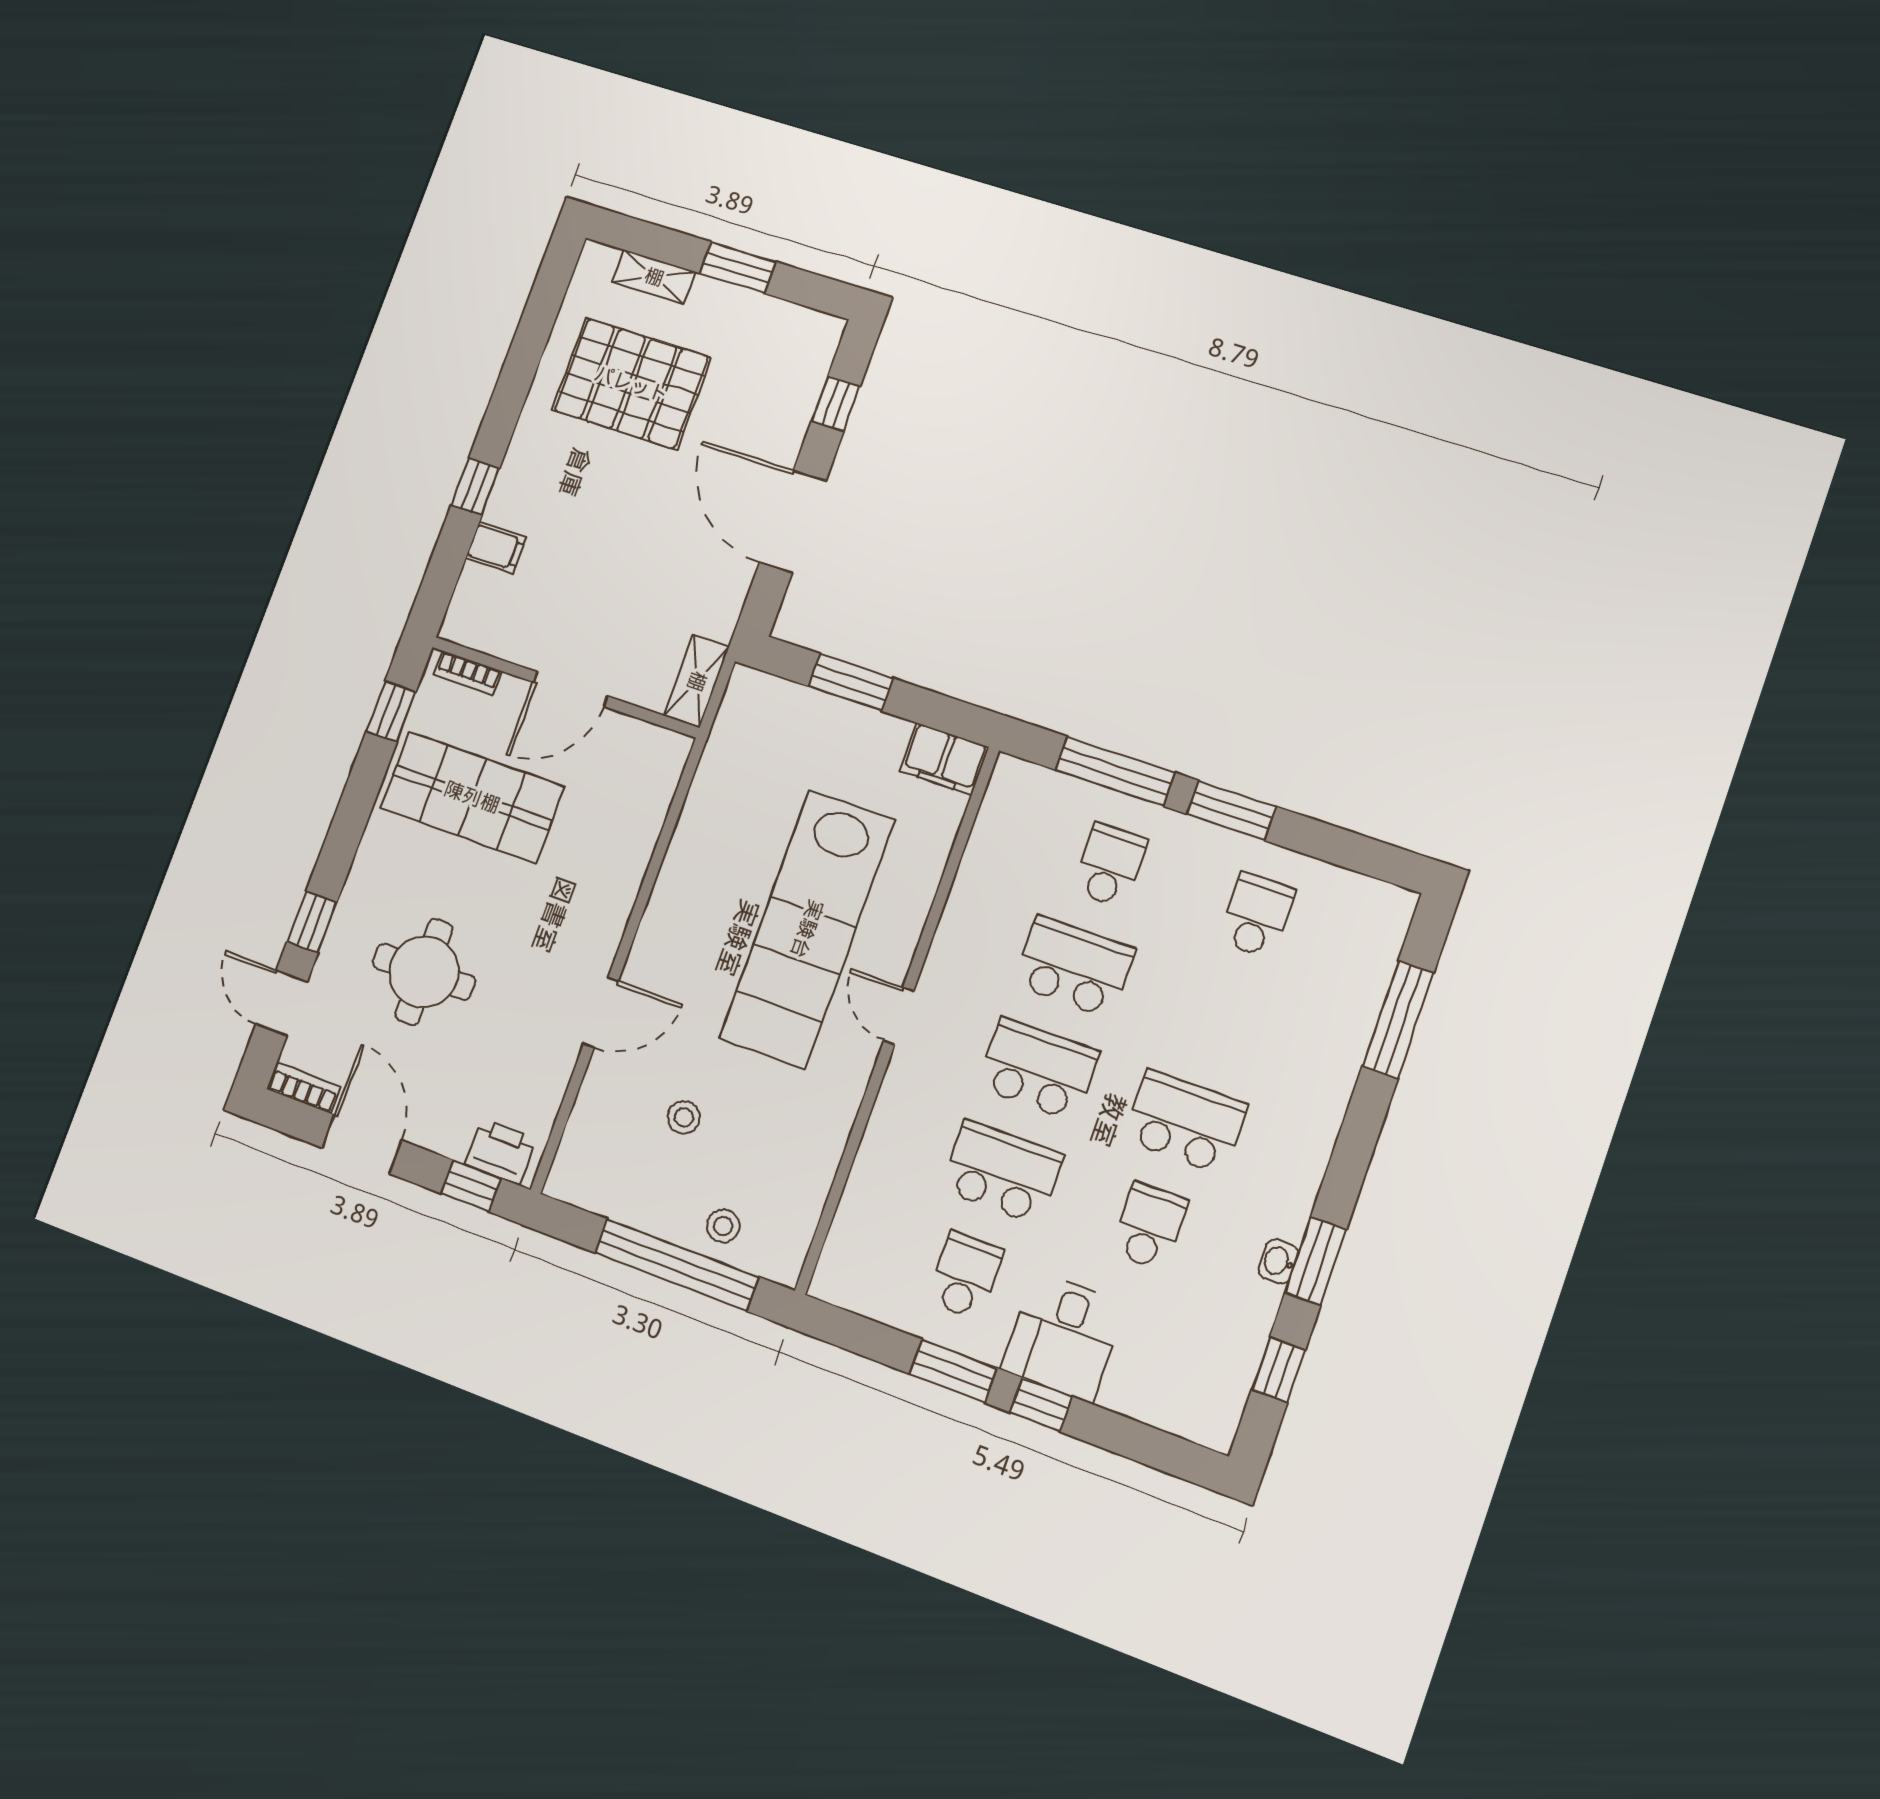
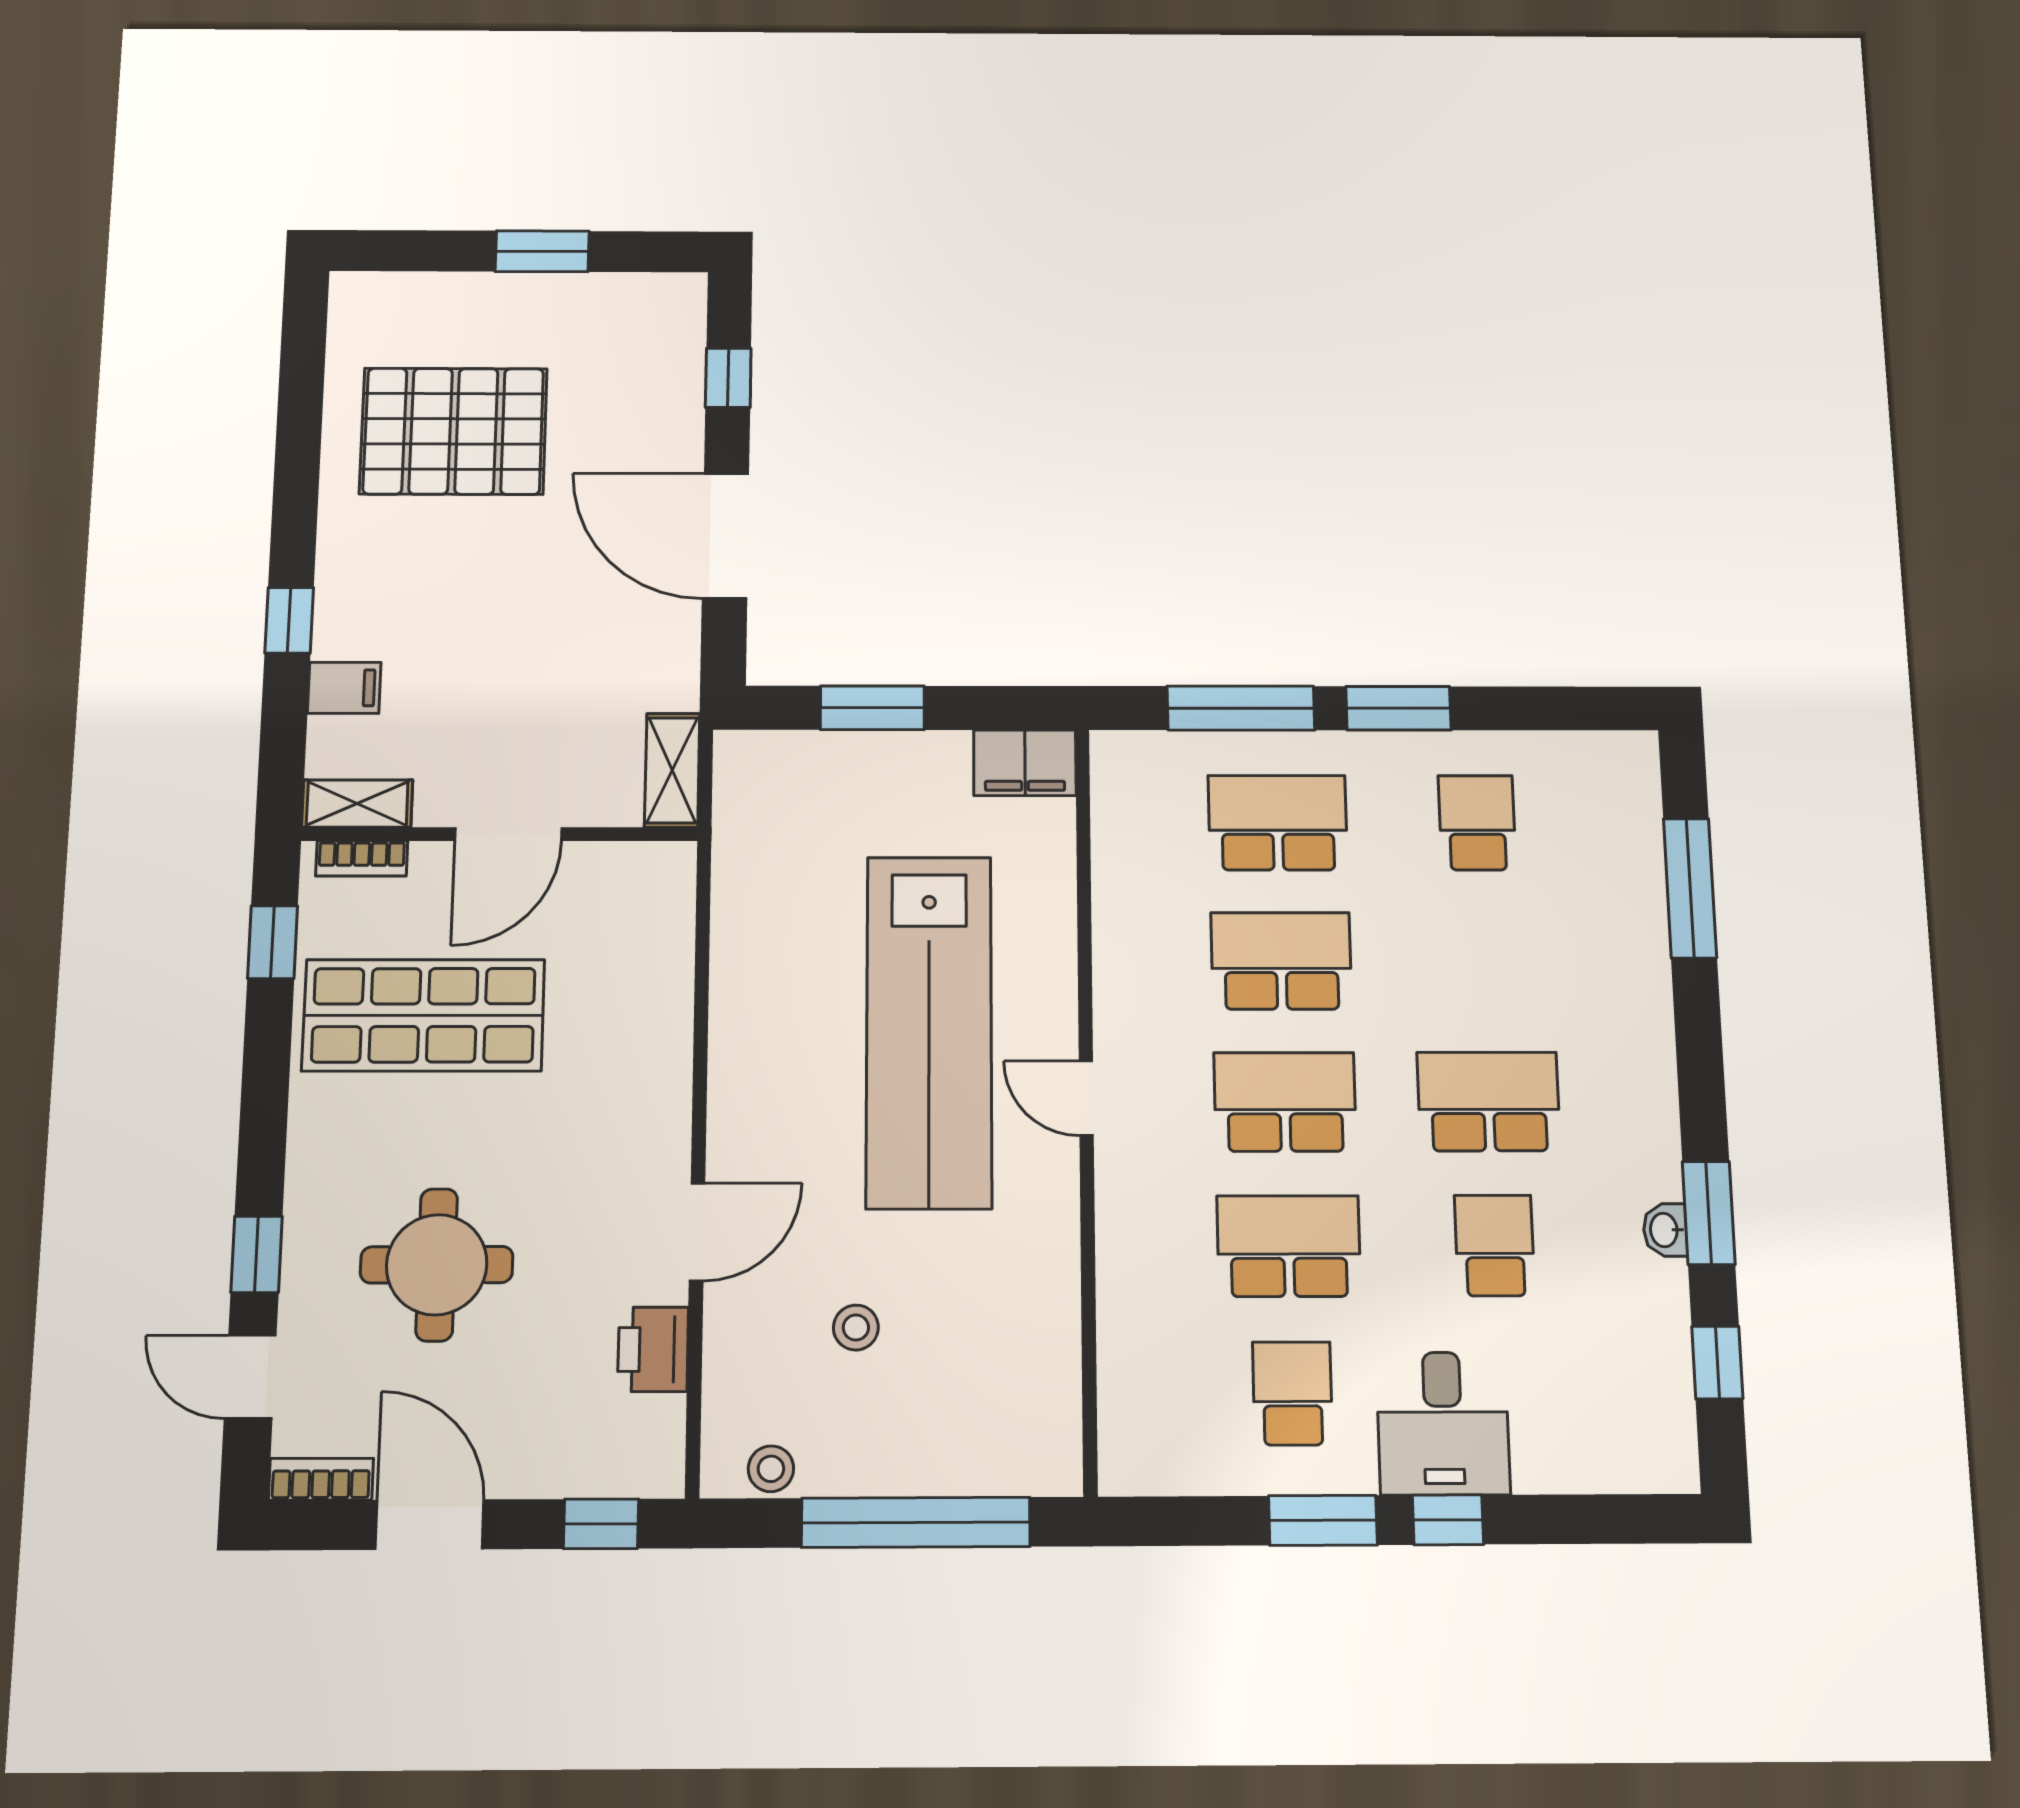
shelving: (654, 277) -> (357, 804), moved
school desk: (1110, 865) -> (1278, 823), width x1.85
printer: (501, 1152) -> (653, 1349), moved, turned -90
stool: (723, 1226) -> (771, 1469), moved

